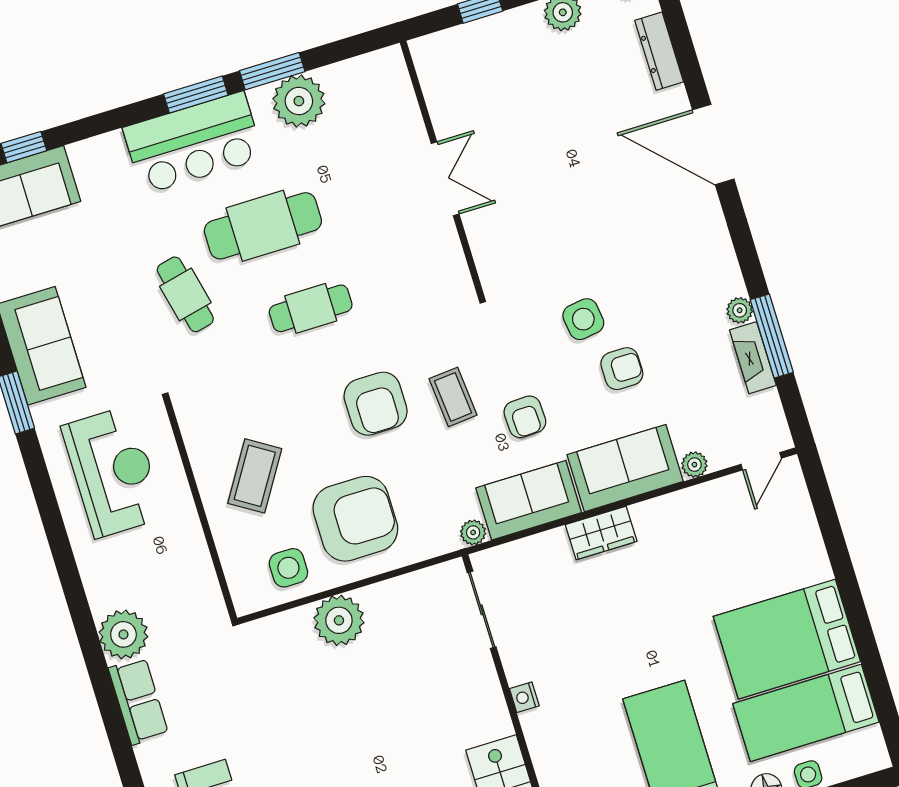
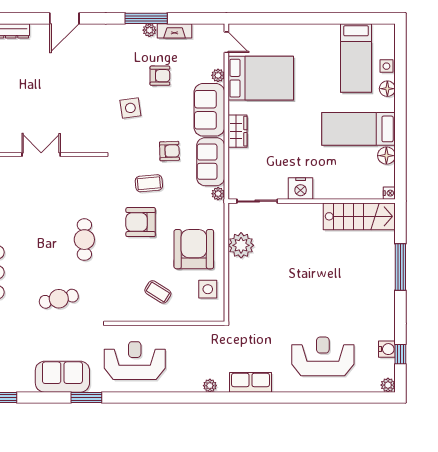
door: (713, 144) -> (64, 18), width x0.73
cafe table: (263, 226) -> (37, 251), removed
window: (772, 336) -> (146, 18), moved
armchair: (622, 369) -> (160, 76), moved, turned 90
armchair: (376, 404) -> (141, 222), turned 180
coffee table: (255, 476) -> (158, 292), width x0.73, depth x0.77
plant: (339, 620) -> (241, 245), moved
plant: (123, 634) -> (210, 386), width x0.53, depth x0.53
bed: (787, 639) -> (261, 78), moved, turned -90
nightstand: (524, 697) -> (301, 188), width x1.89, depth x1.79

